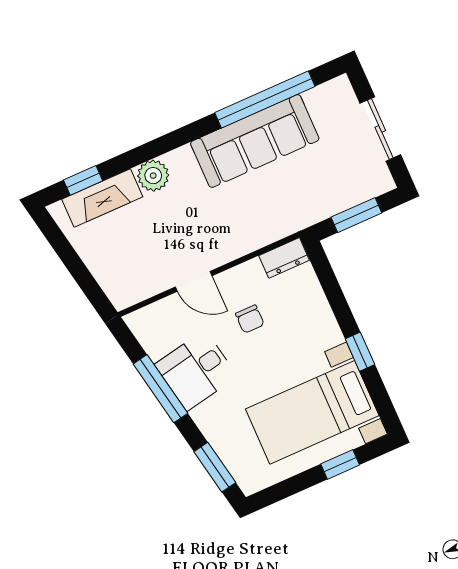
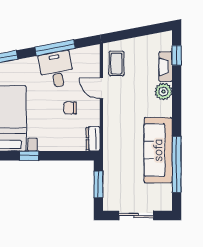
fireplace: (102, 198) -> (166, 67), width x0.73, depth x0.76
coffee table: (141, 275) -> (116, 63), added
door: (194, 281) -> (101, 88), hinge flipped

